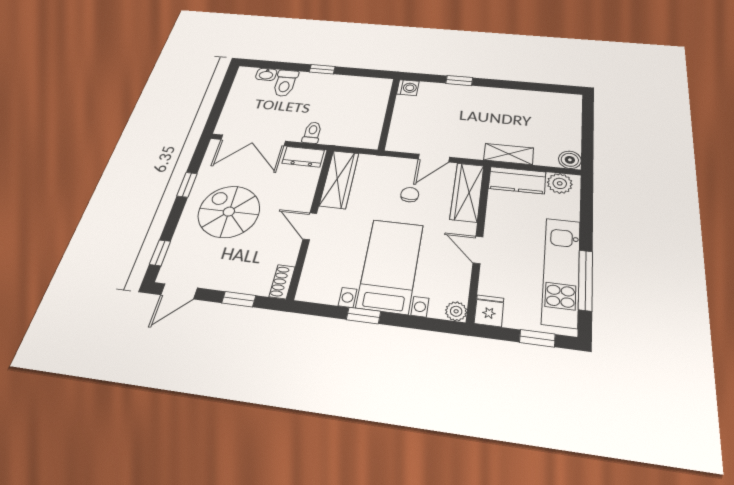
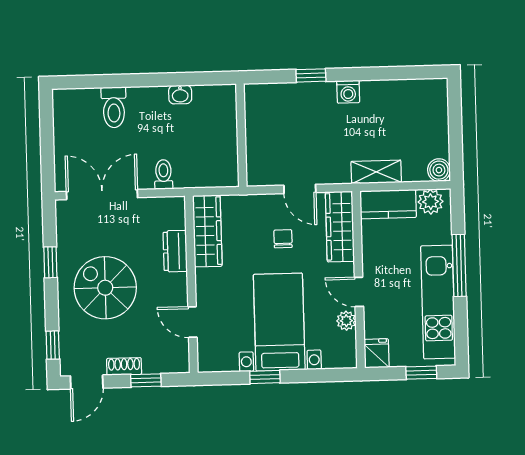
window: (322, 69) -> (151, 80), removed
washbasin: (266, 74) -> (180, 95), moved
washing machine: (408, 88) -> (348, 92), moved, turned 90
double door: (253, 140) -> (102, 195), swing flipped
dresser: (303, 157) -> (175, 251), moved, turned 90
door: (434, 158) -> (300, 189), hinge flipped
door: (310, 226) -> (192, 322), moved
window: (585, 280) -> (459, 265), moved
shoe rack: (282, 282) -> (124, 366), moved, turned 90
plant: (456, 311) -> (346, 321), moved

